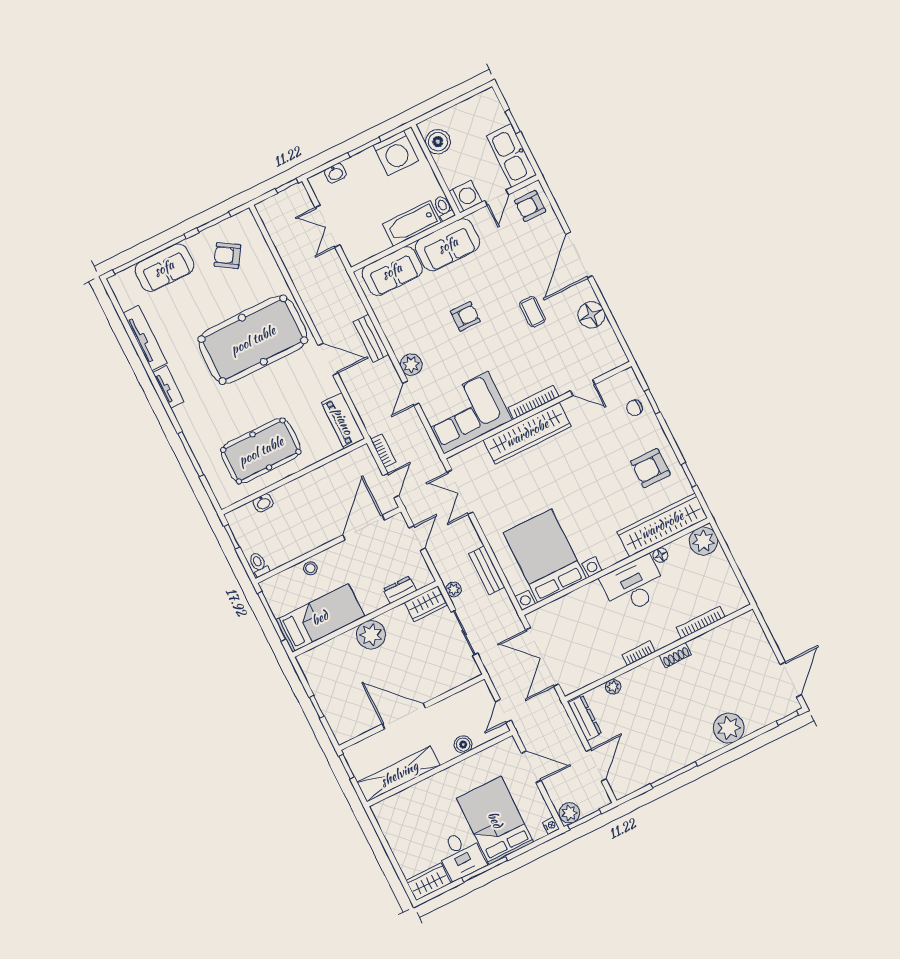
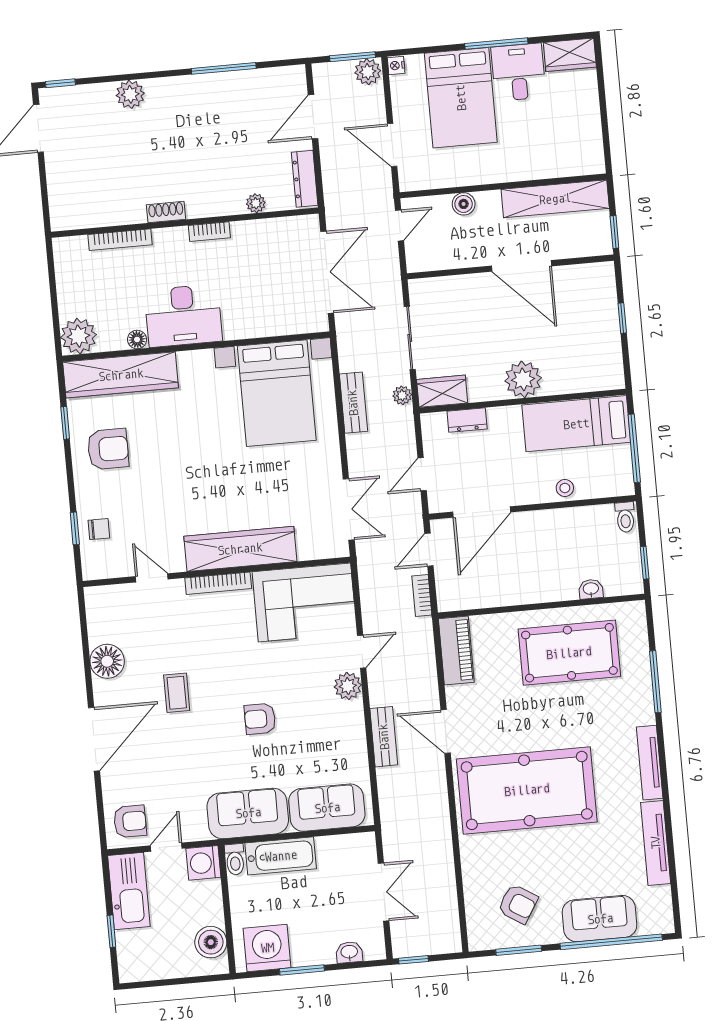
tv unit: (168, 387) -> (650, 763), width x1.41
plant: (729, 728) -> (130, 94), width x0.73, depth x0.73

